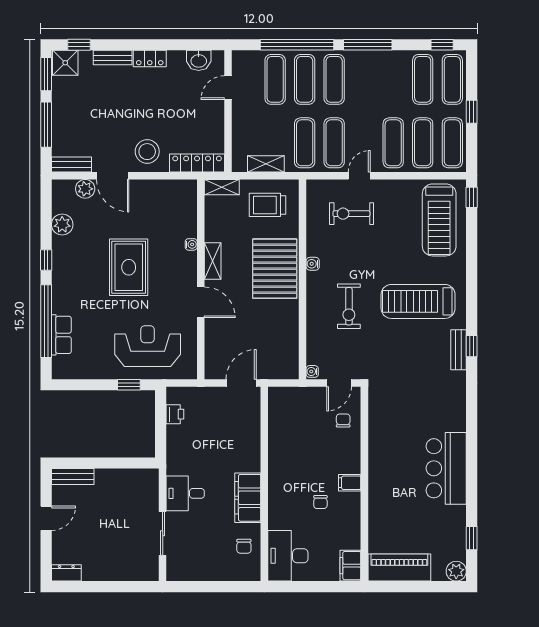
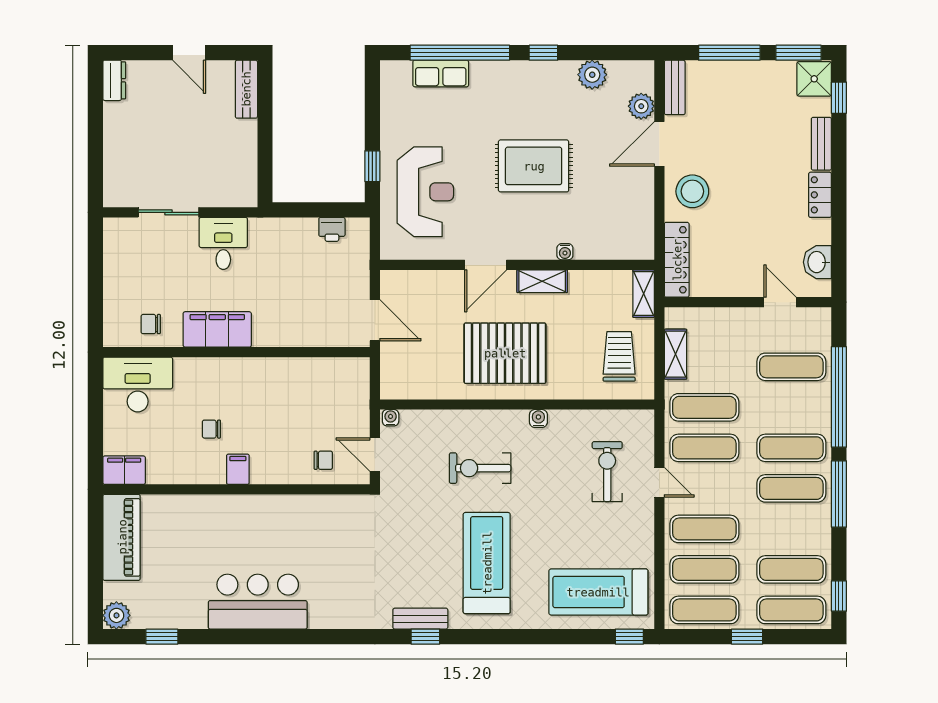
exercise mat: (305, 79) -> (791, 488), moved
pallet: (275, 269) -> (505, 353), moved

